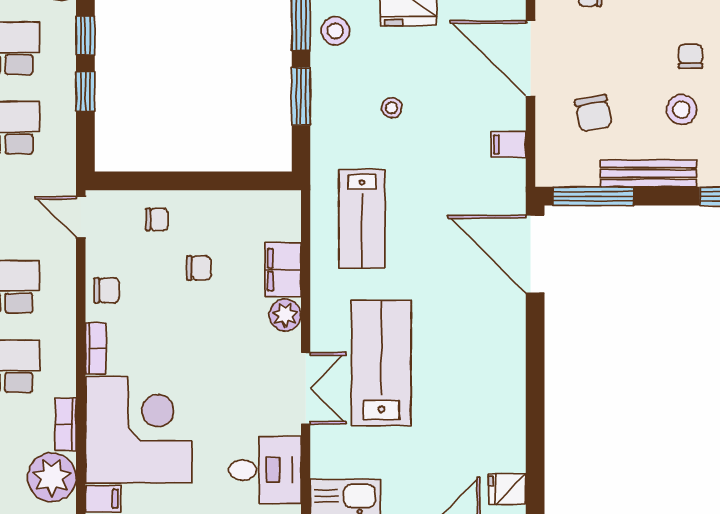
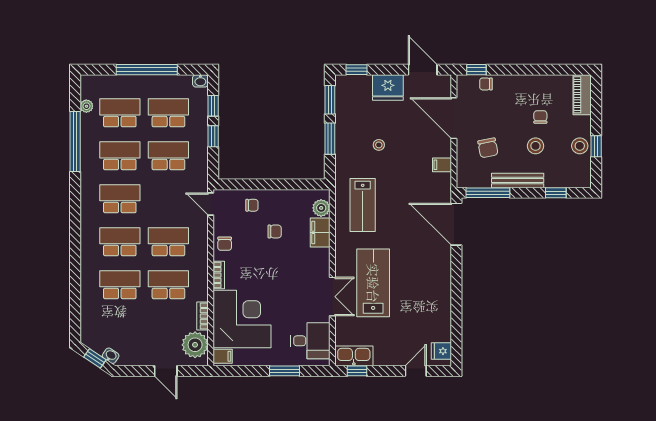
stool: (335, 31) -> (348, 103), removed
chair: (107, 290) -> (225, 244), turned 90
plant: (285, 315) -> (321, 208), moved

